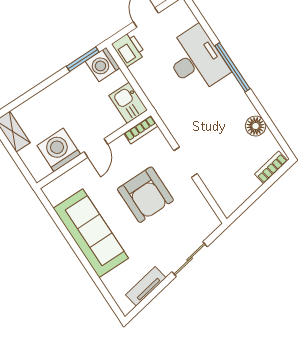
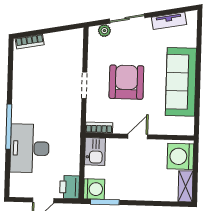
floor lamp: (256, 126) -> (21, 76), removed
washing machine: (59, 150) -> (180, 156), moved, turned 90
plant: (204, 231) -> (104, 31), added

